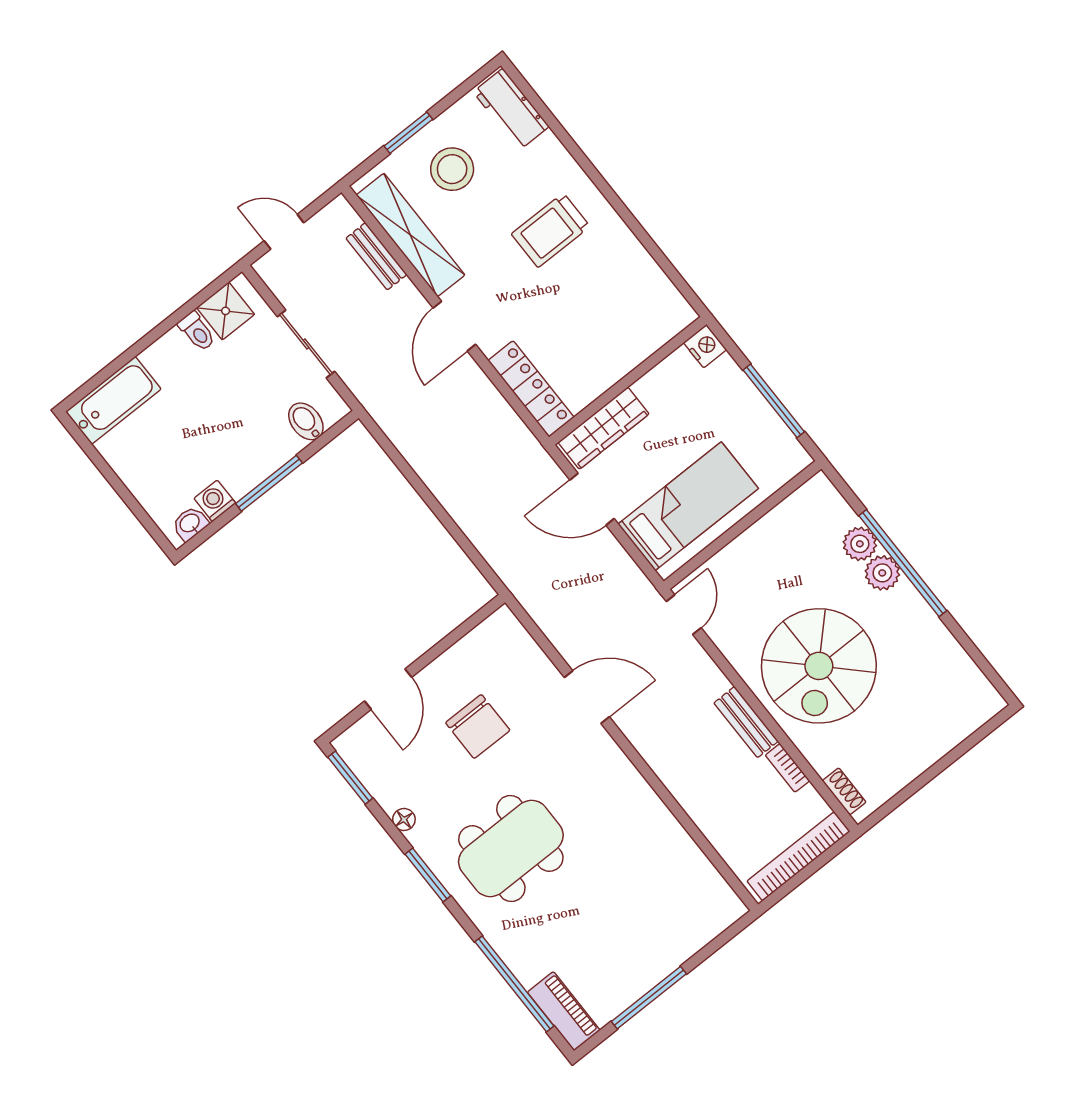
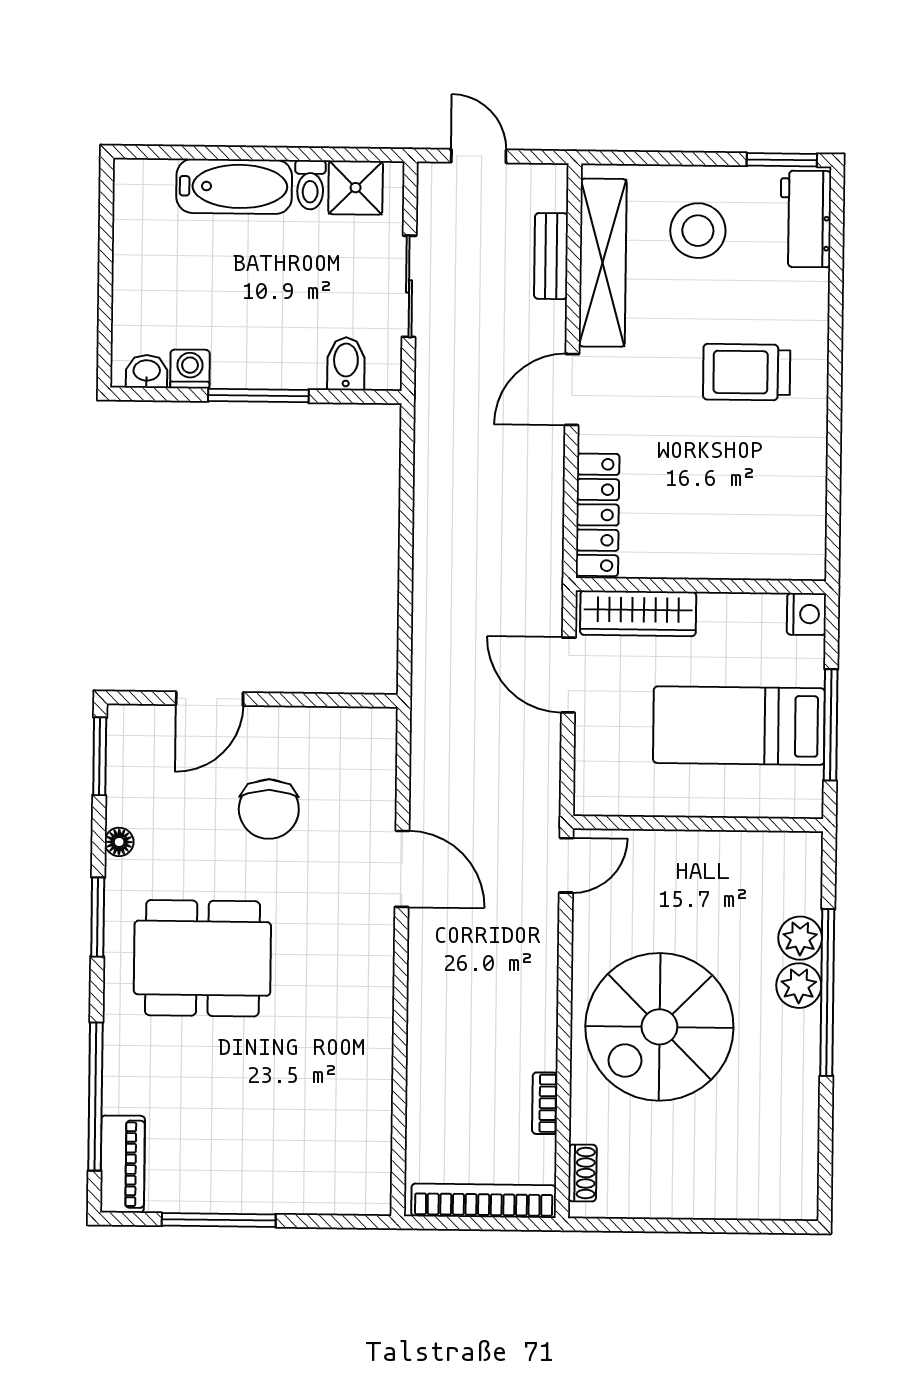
window: (408, 133) -> (782, 160), moved
bathtub: (113, 400) -> (234, 186), moved
bed: (688, 506) -> (739, 726), moved, turned 180
bench: (746, 722) -> (541, 1024), removed

